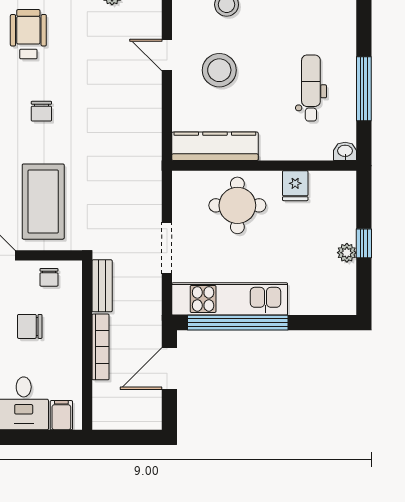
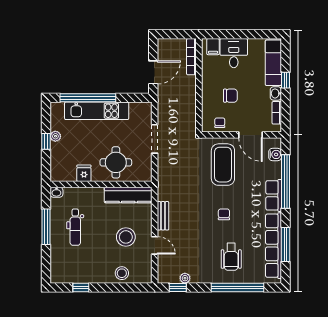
bench: (102, 286) -> (163, 216), moved
kitchen unit: (230, 299) -> (97, 111), moved
window: (238, 323) -> (88, 98), moved
bookcase: (101, 347) -> (191, 57), moved

